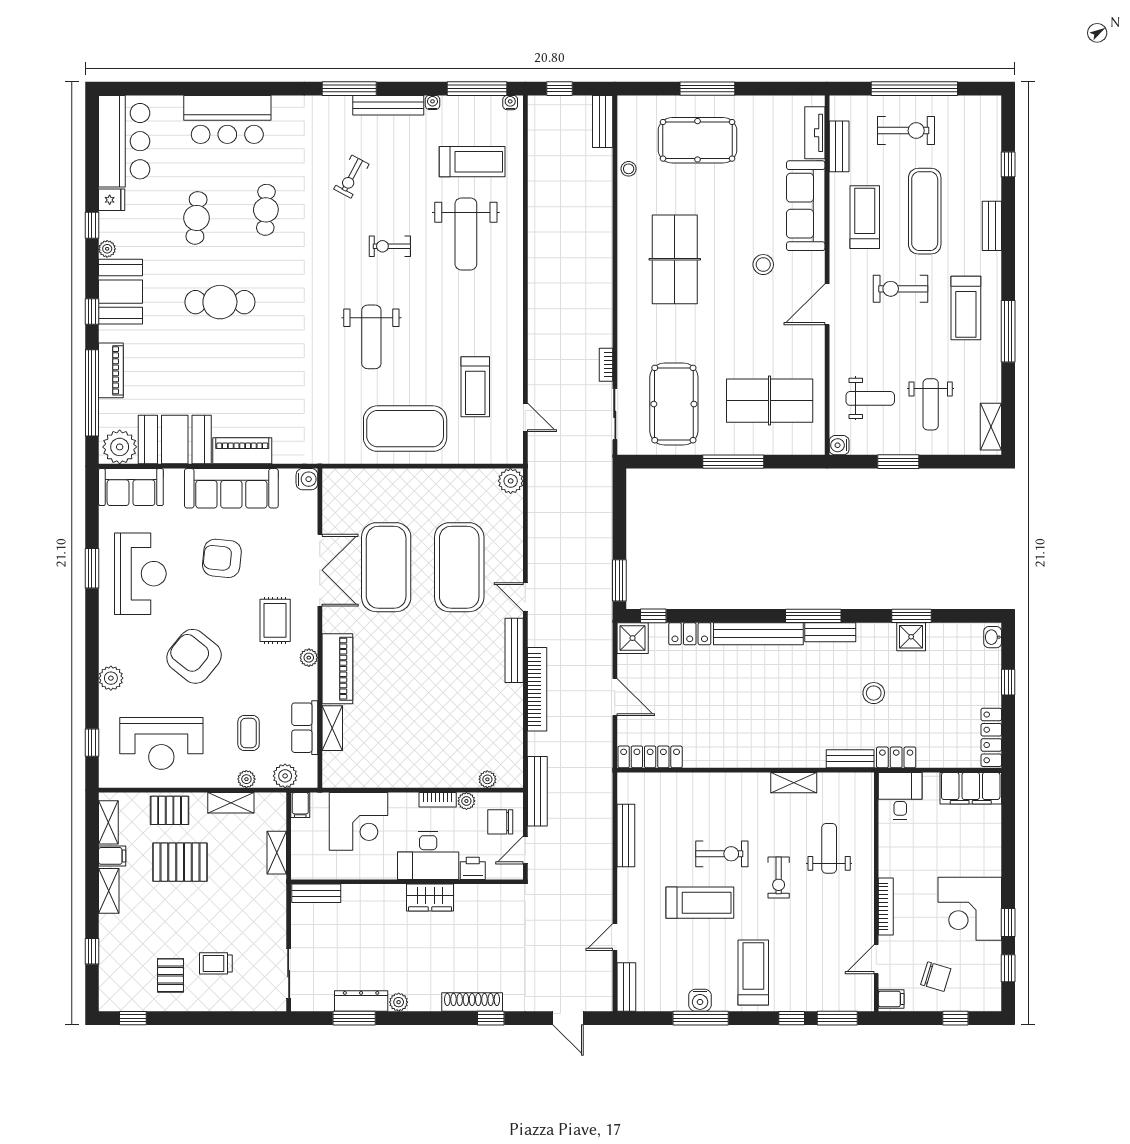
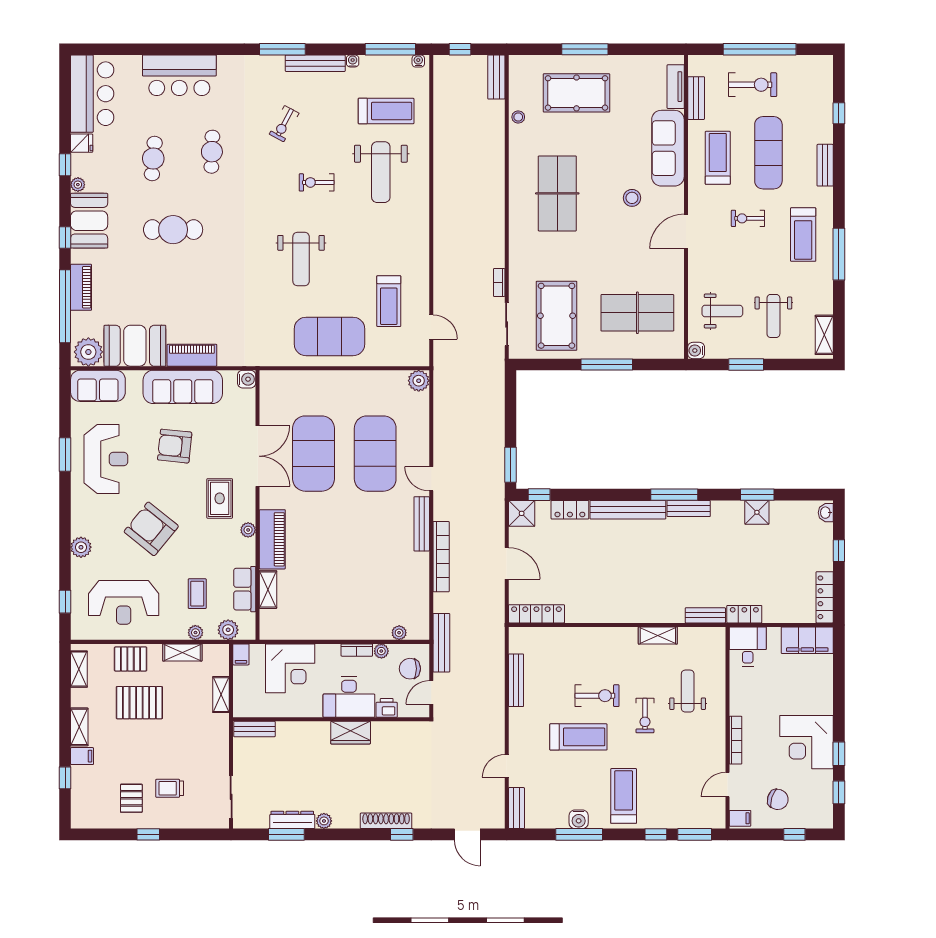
exercise bike: (900, 289) -> (748, 218), width x0.73, depth x0.72
stool: (874, 693) -> (725, 560), removed
filing cabinet: (112, 856) -> (82, 756), moved
window: (133, 1018) -> (148, 834), moved

